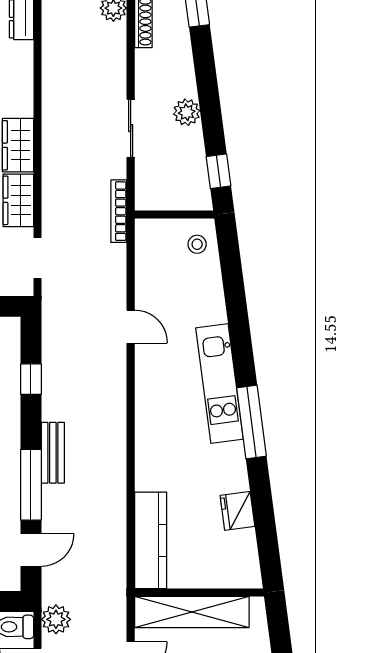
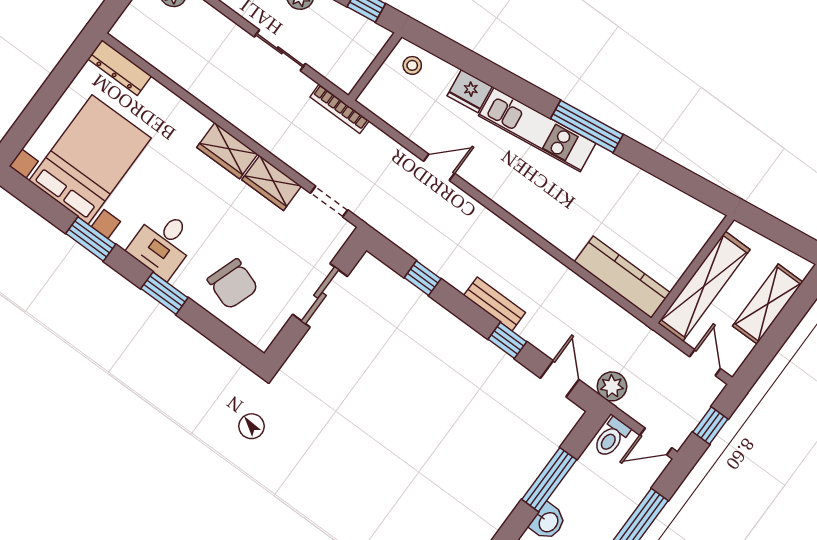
window: (31, 485) -> (507, 340), width x0.46
fridge: (237, 511) -> (470, 91), moved
plant: (56, 619) -> (612, 386), moved

